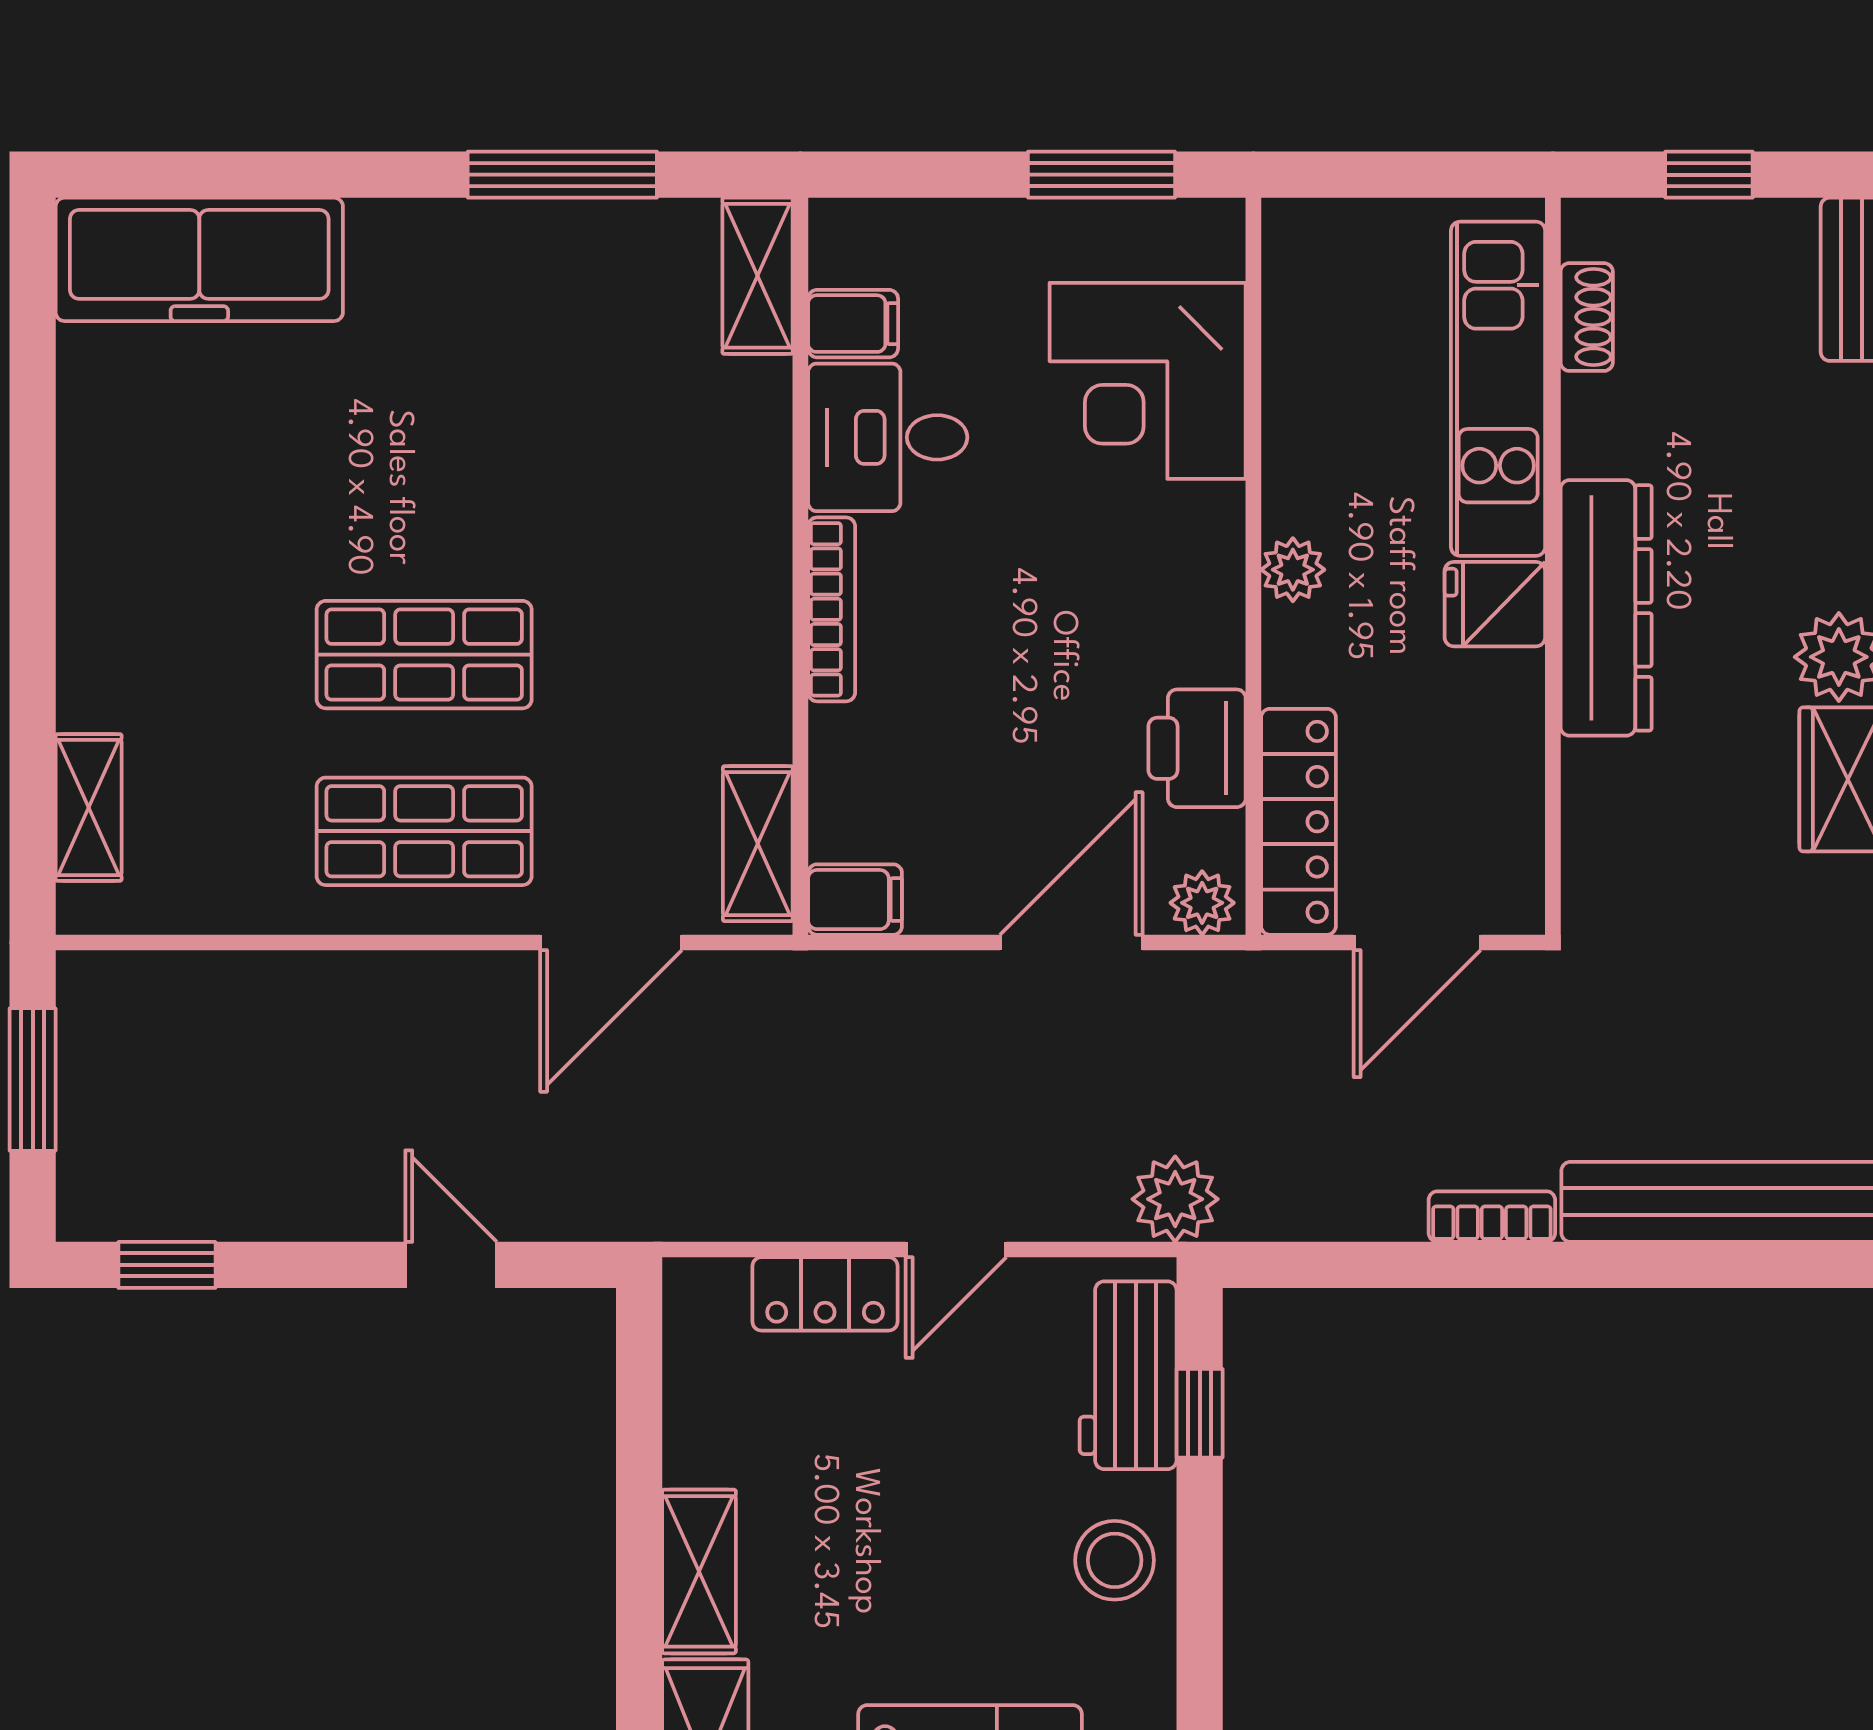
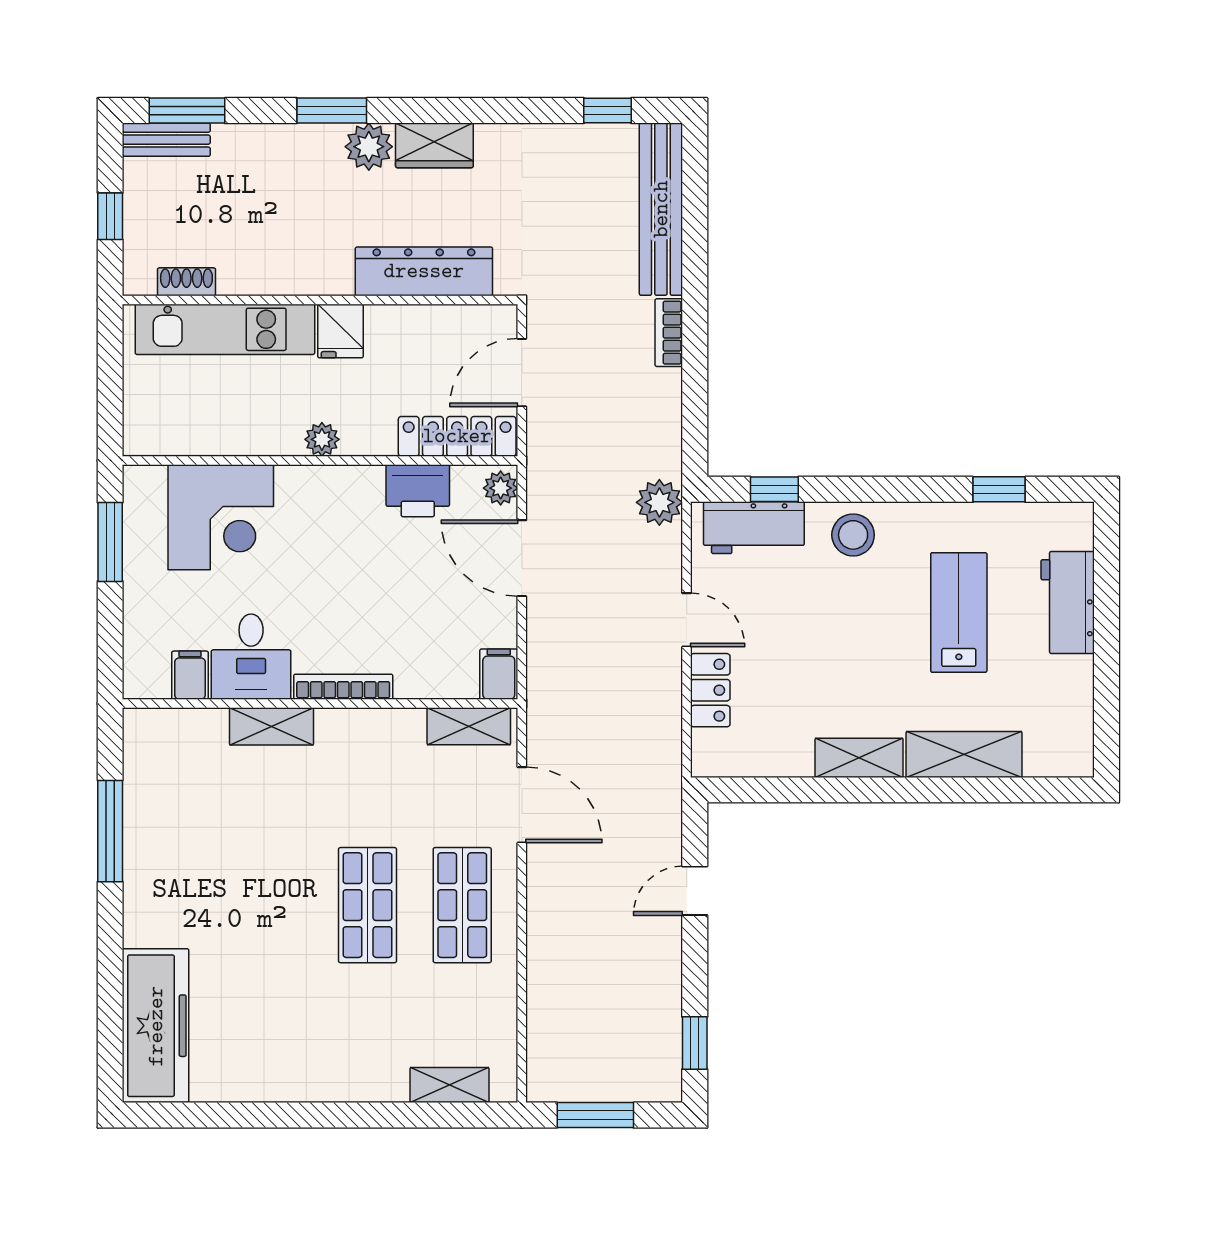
shelving: (758, 276) -> (272, 726), moved
dresser: (1606, 608) -> (424, 271), moved
door: (1417, 942) -> (522, 373), swing flipped

